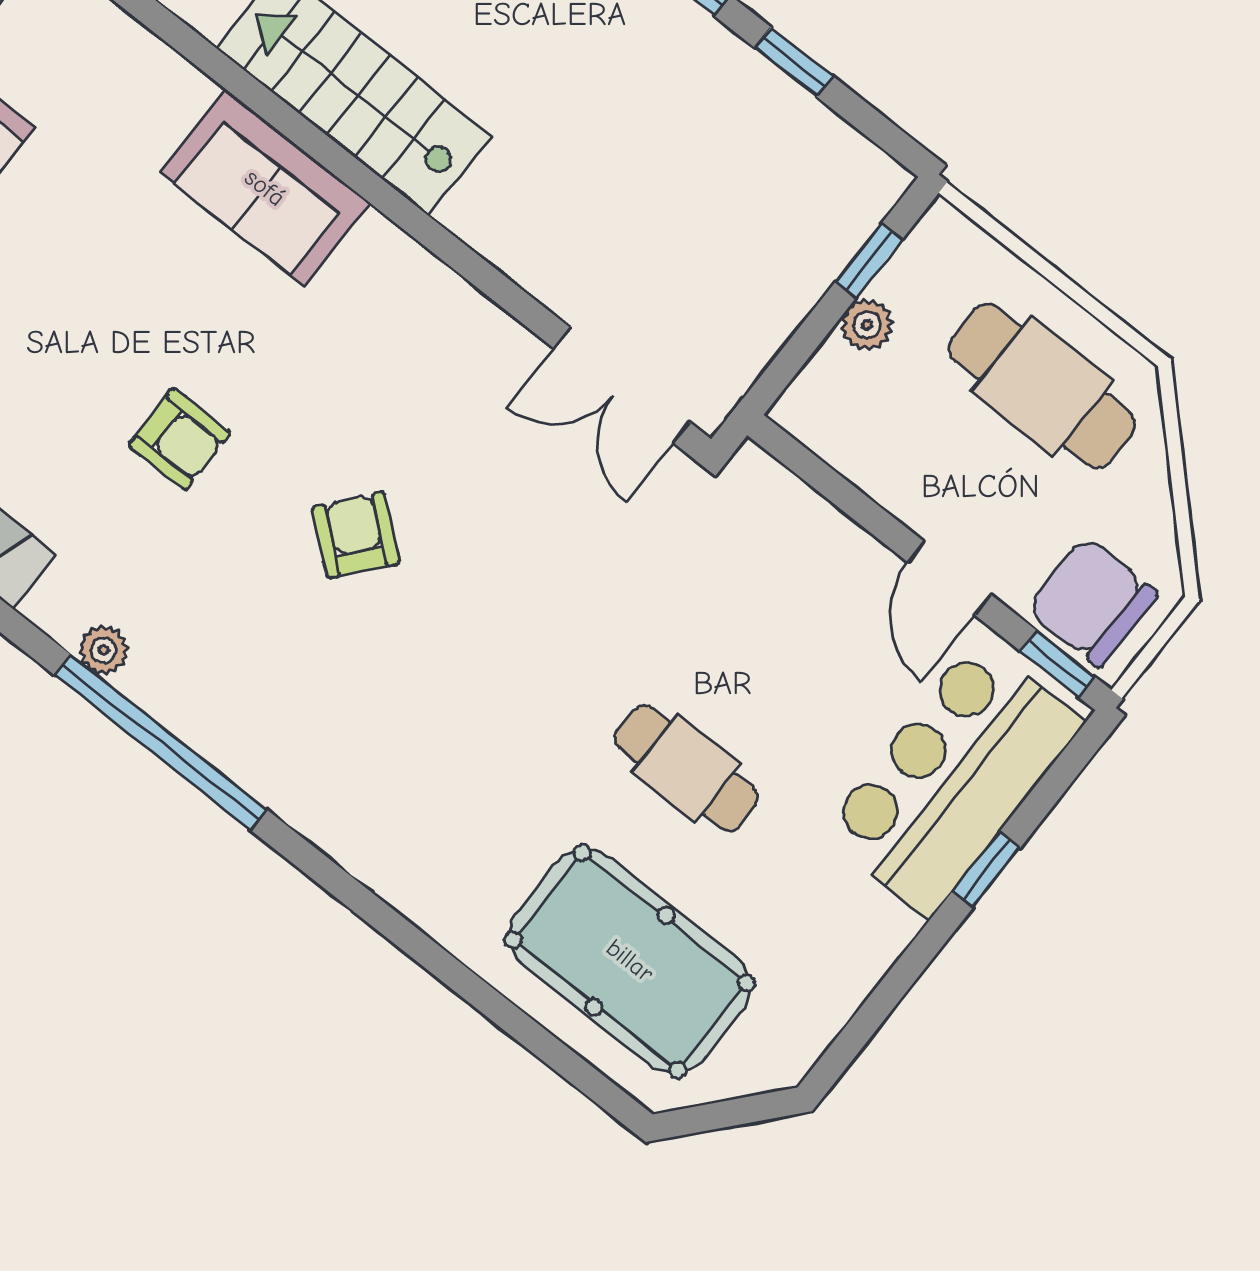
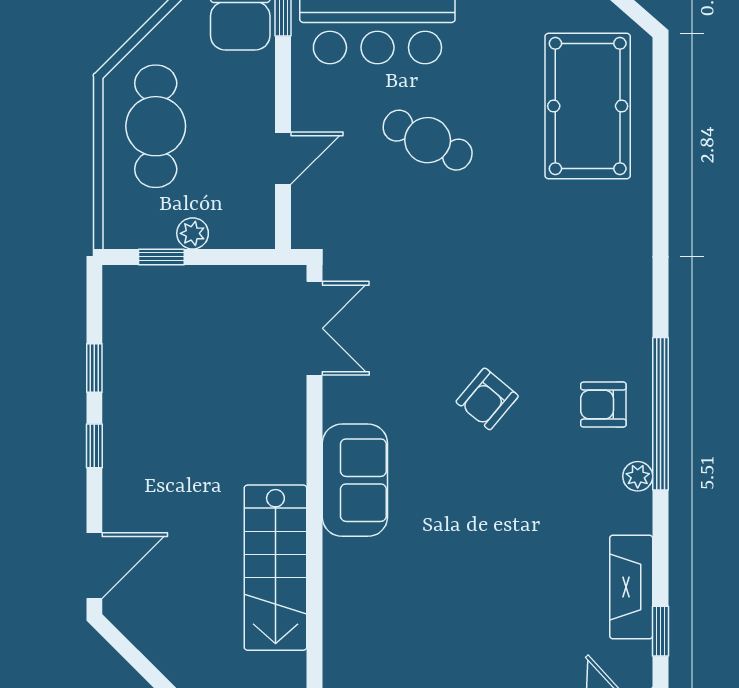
sofa: (265, 188) -> (355, 480), moved
armchair: (179, 439) -> (603, 405), moved, turned -90
door: (950, 578) -> (283, 158), moved
cafe table: (686, 768) -> (428, 140), moved, turned -64

